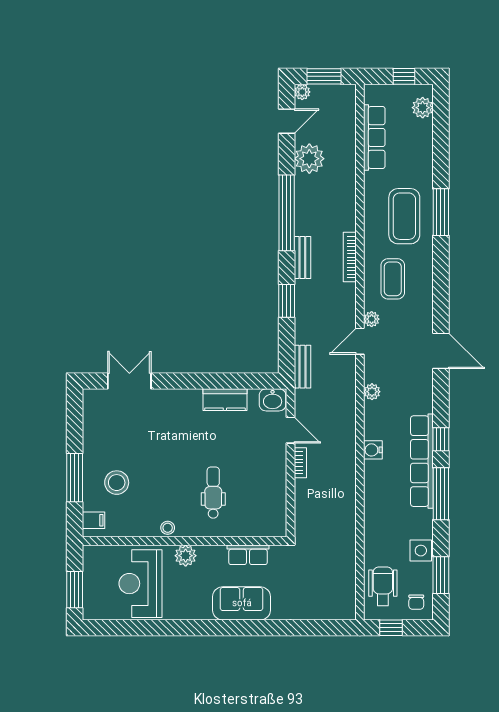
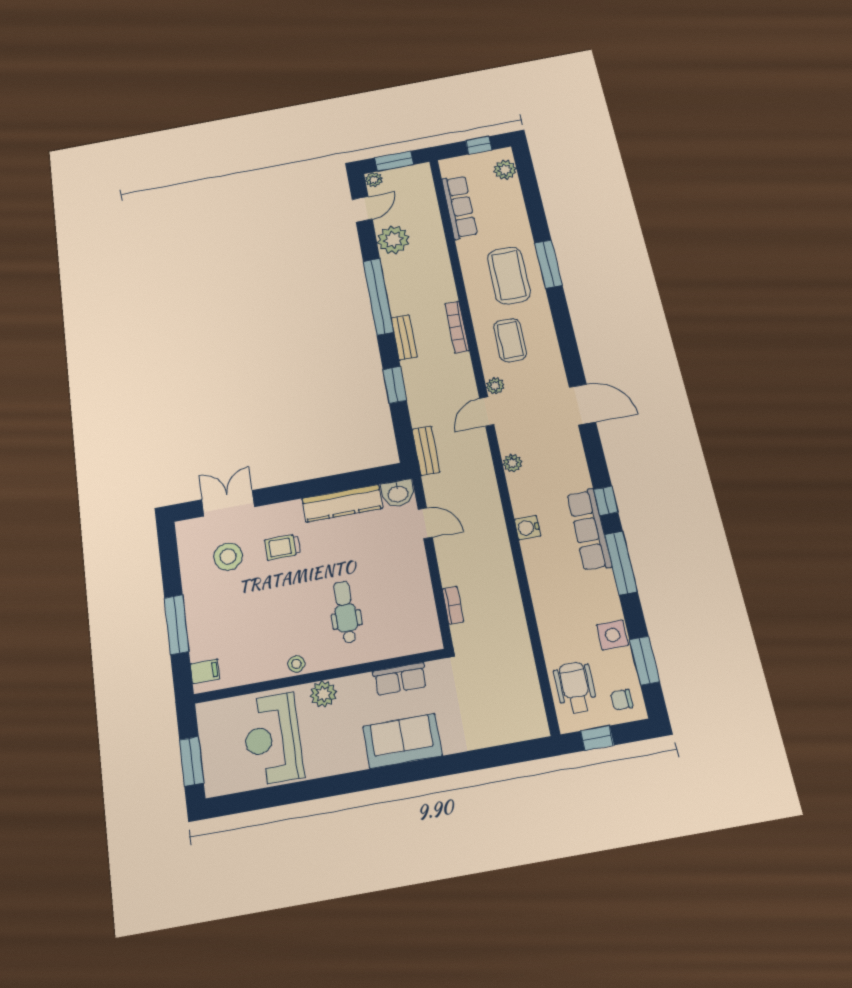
kitchen counter: (225, 400) -> (342, 503), width x1.50
trolley: (170, 428) -> (282, 547), added
row of seats: (422, 461) -> (589, 530), width x0.73
bookcase: (300, 463) -> (453, 605), moved
stool: (117, 483) -> (228, 557), moved
chair: (416, 602) -> (622, 700), turned 90

